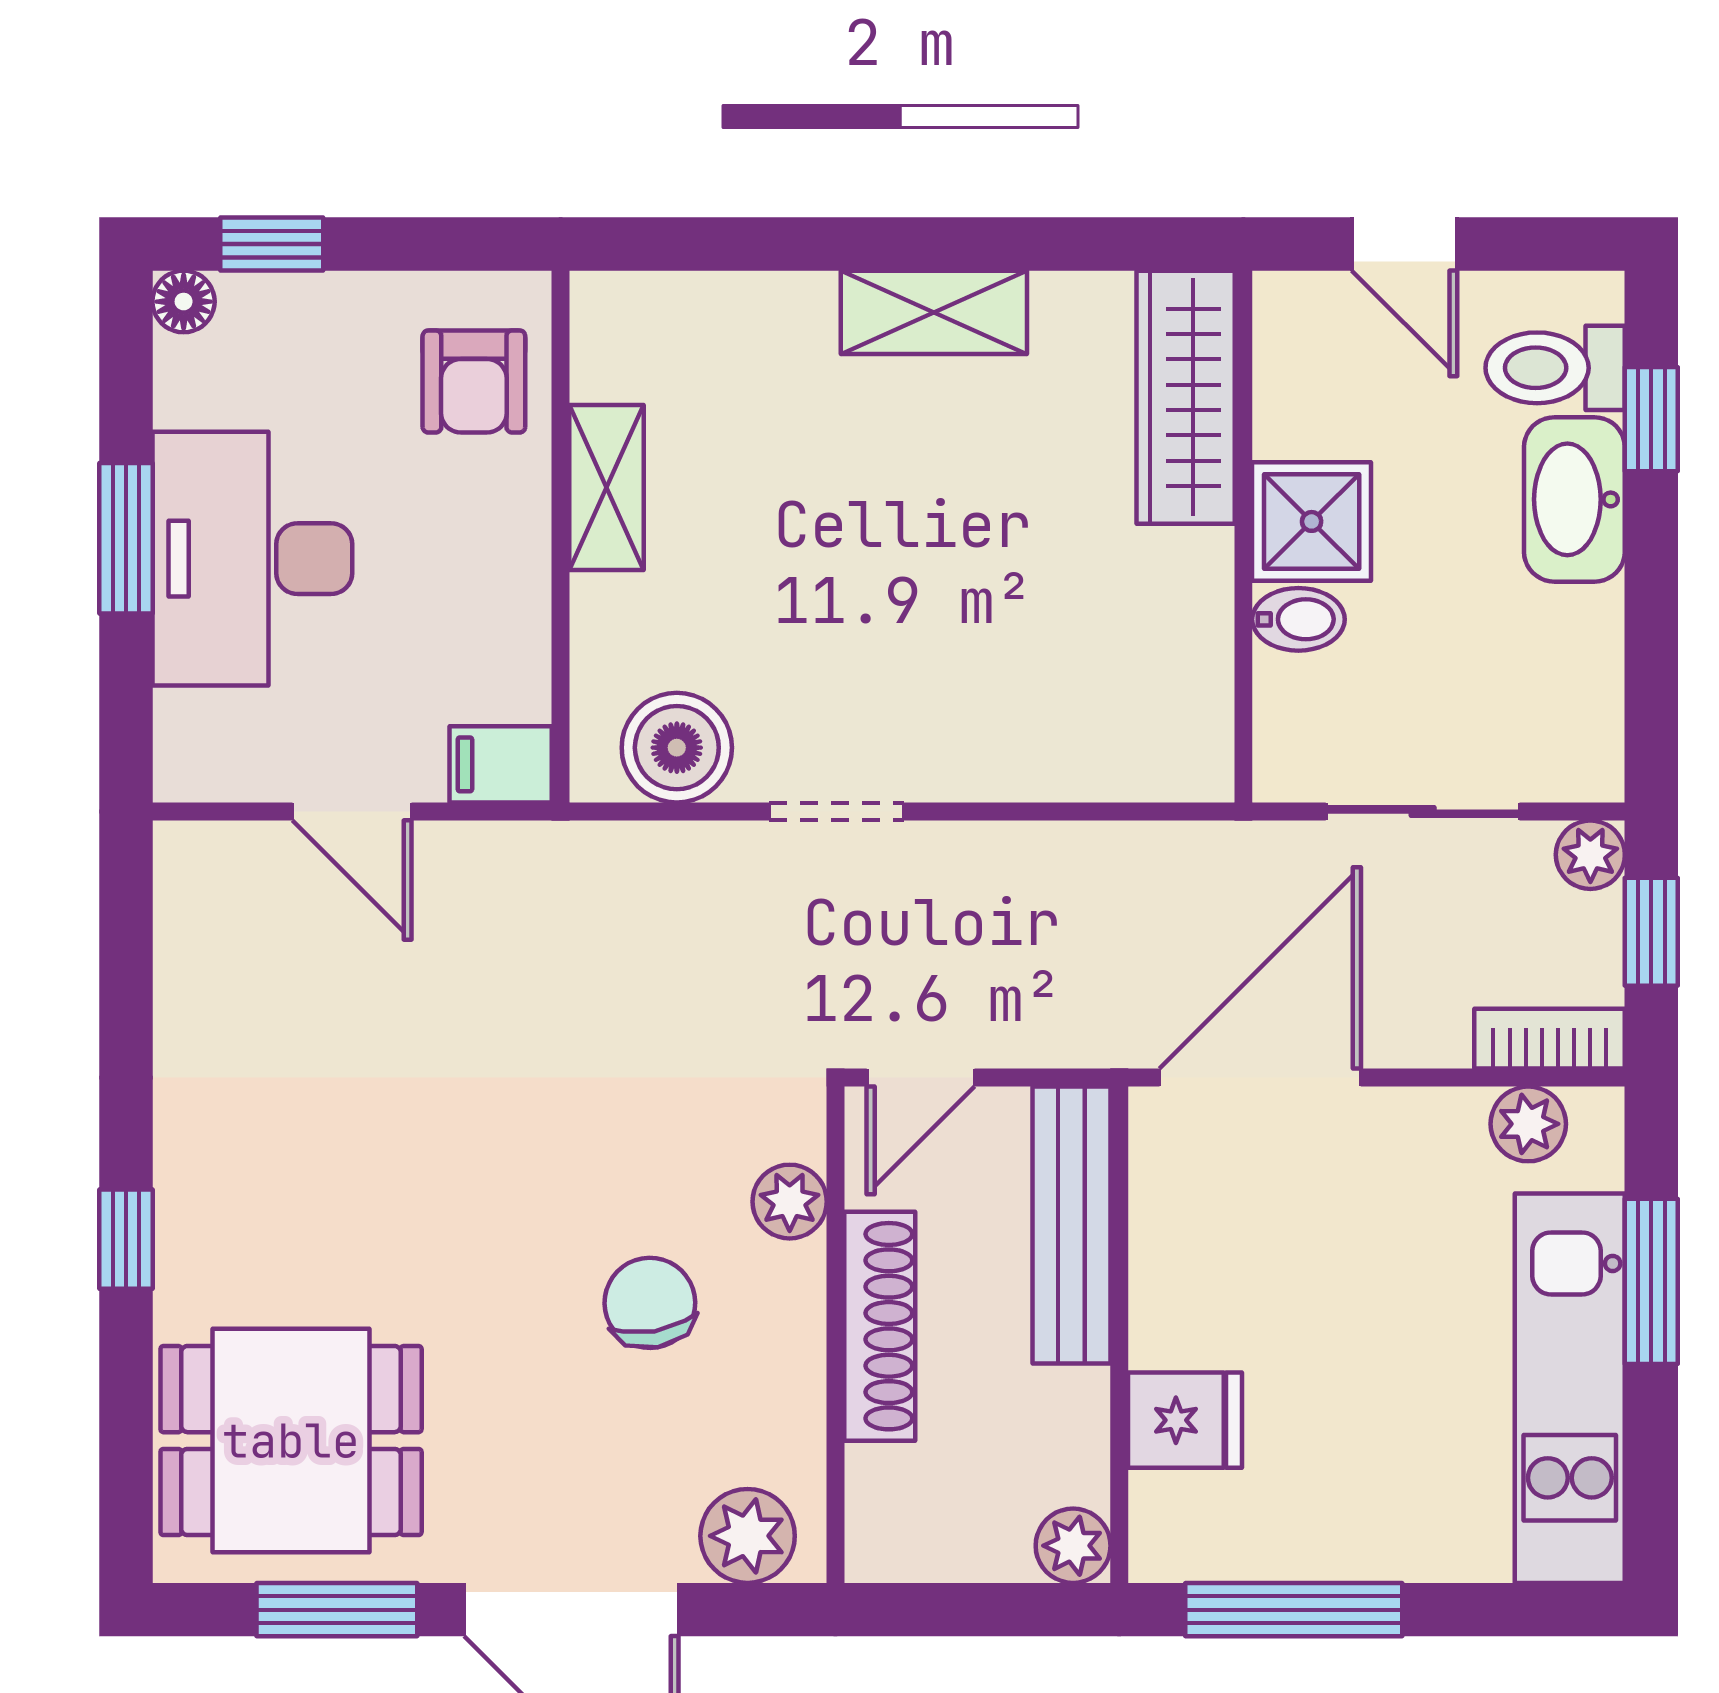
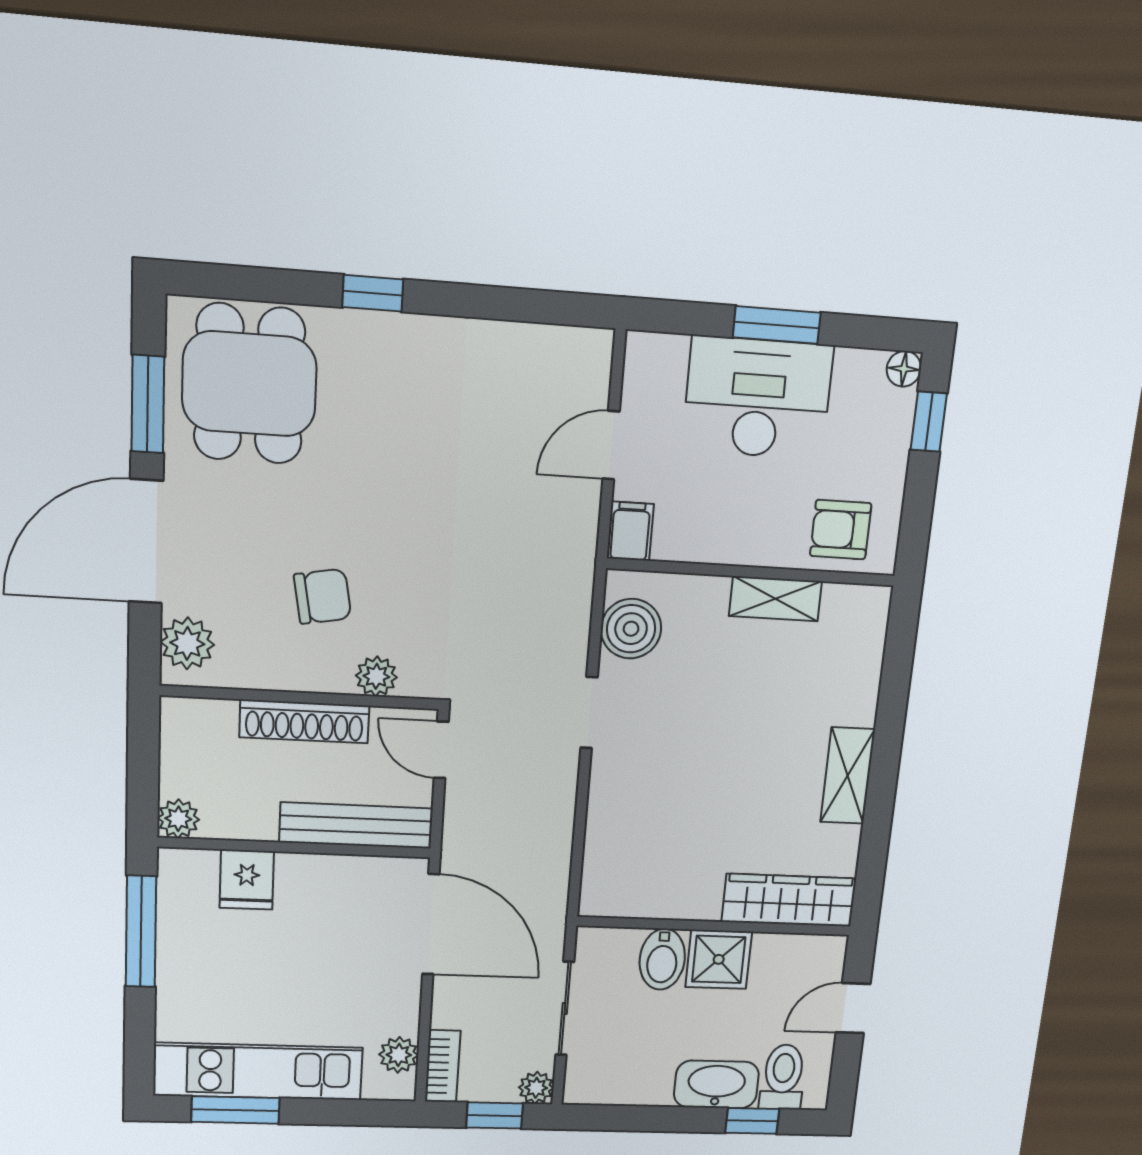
bidet: (1298, 619) -> (662, 959), width x1.38, depth x1.36
window: (1651, 1281) -> (235, 1110), moved

